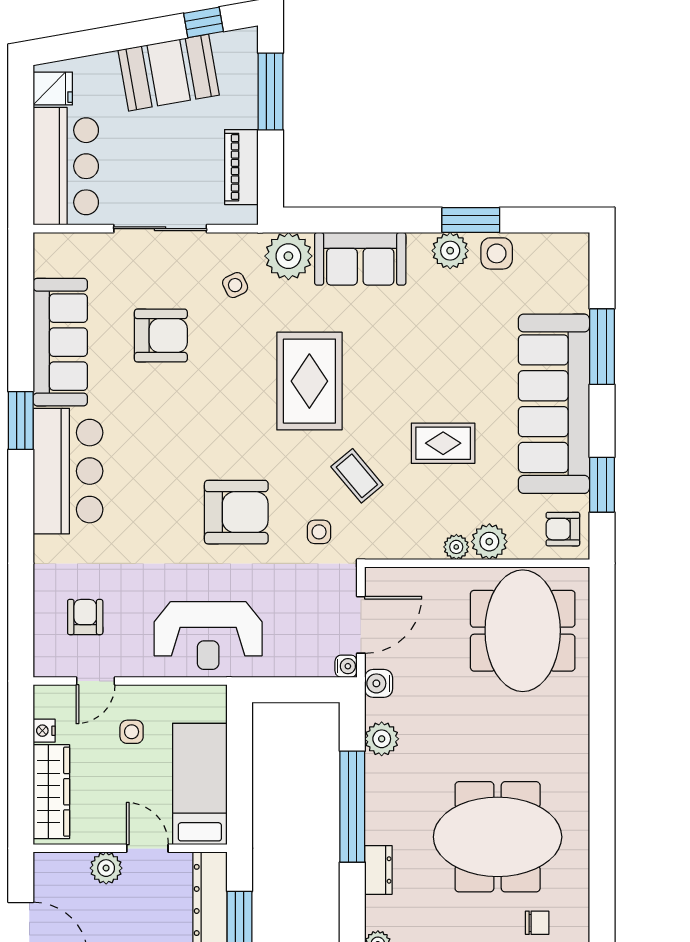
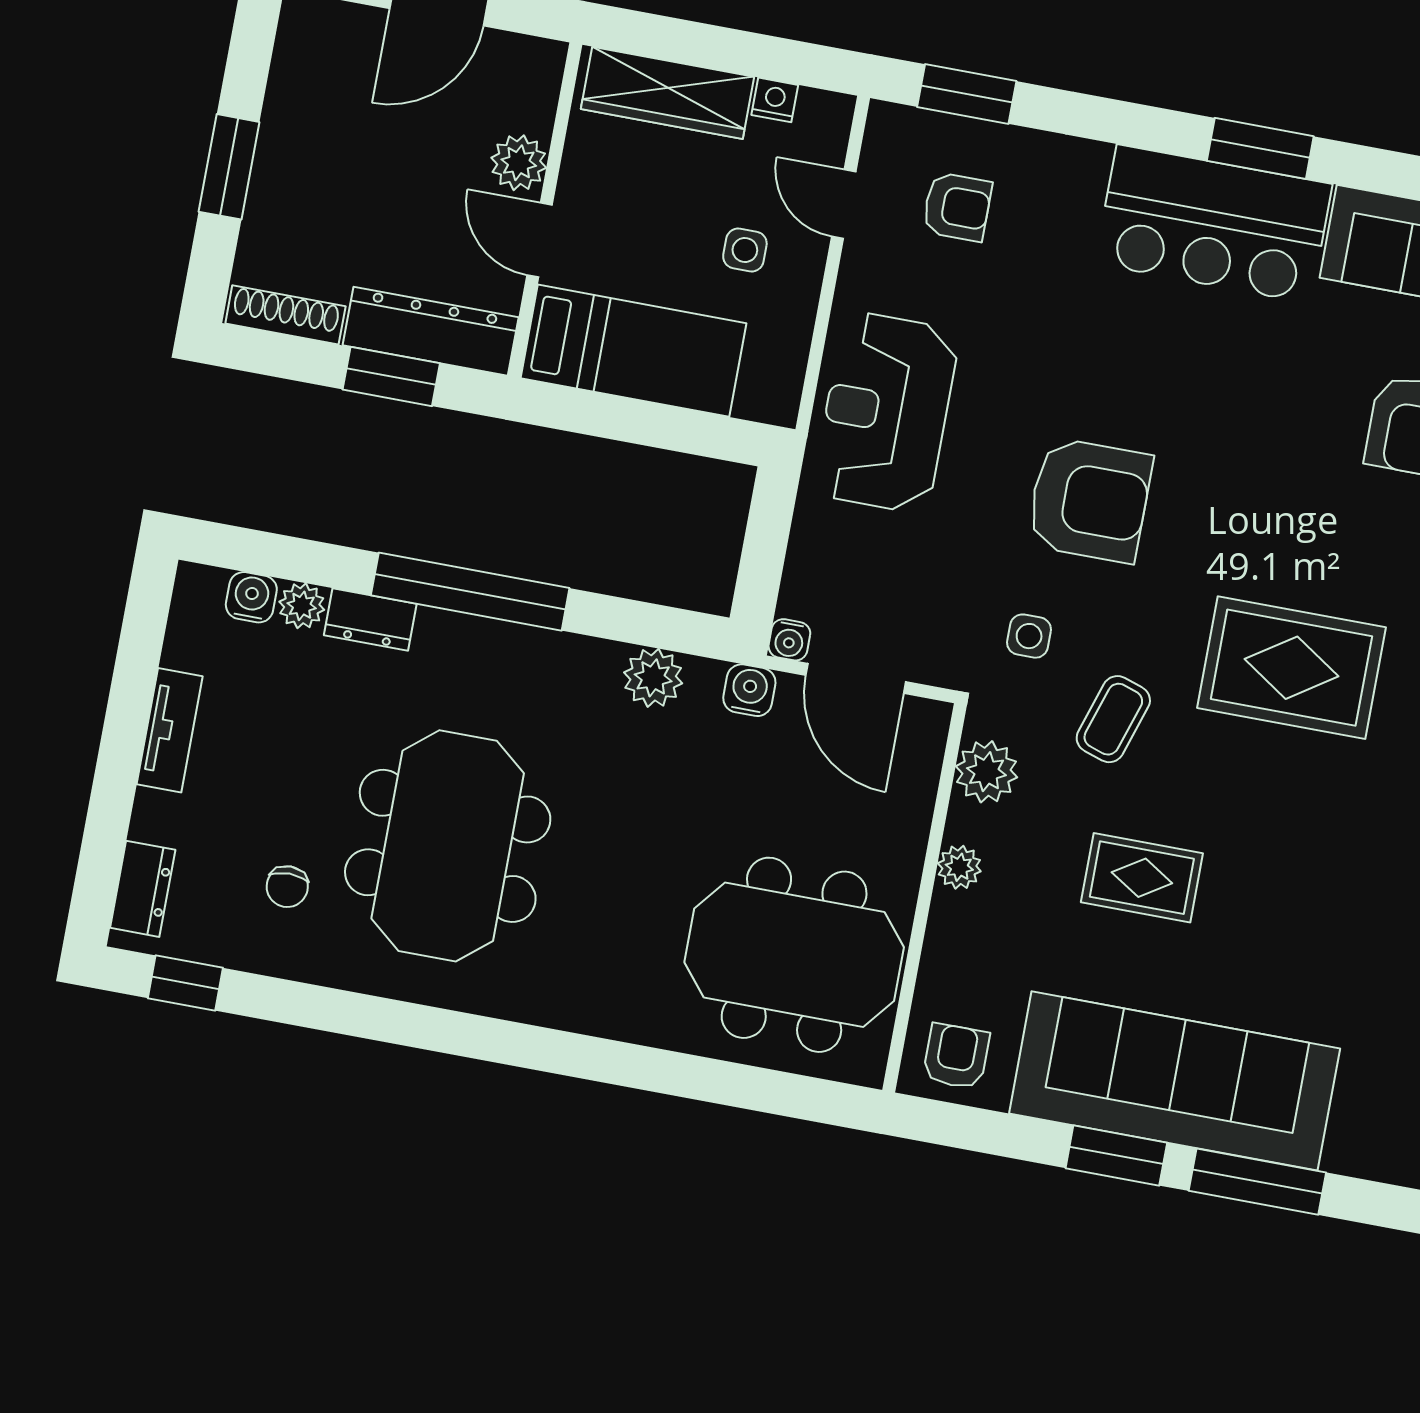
window: (21, 421) -> (1260, 148), moved
rug: (443, 443) -> (1142, 878), turned 90
coffee table: (357, 476) -> (1113, 719), turned -32
window: (602, 485) -> (1116, 1156), moved
armchair: (236, 512) -> (1089, 500), turned -90
plant: (489, 542) -> (986, 772), moved
window: (21, 623) -> (967, 94), added
window: (352, 807) -> (470, 592), moved
door: (147, 848) -> (540, 240), swing flipped
dresser: (378, 870) -> (370, 620), moved

